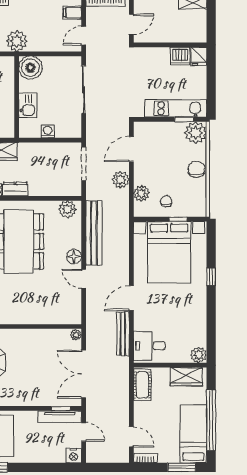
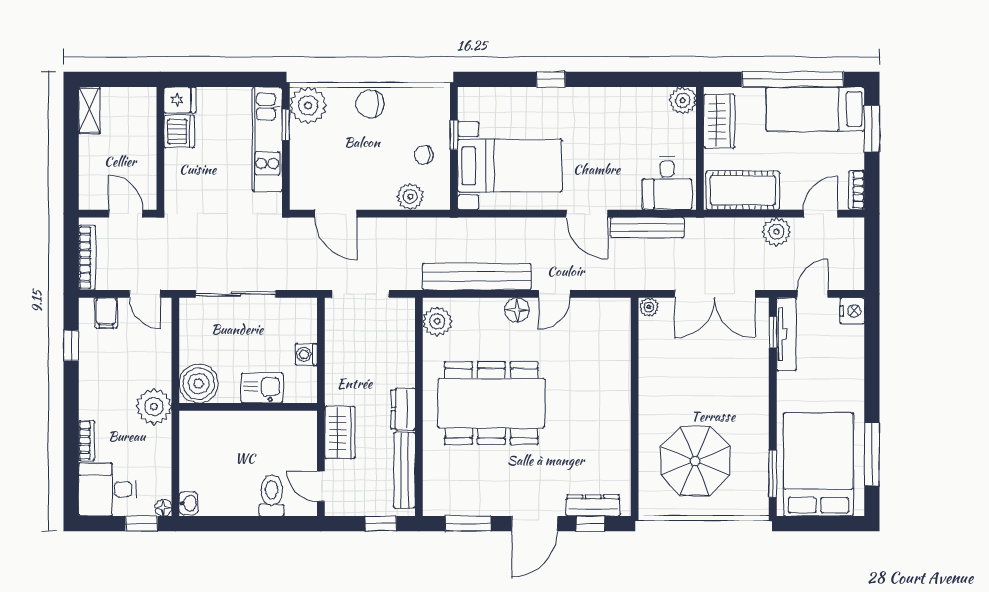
plant: (121, 180) -> (776, 232), moved
bed with nightstands: (169, 252) -> (510, 166), width x0.73
cot: (142, 385) -> (743, 190), width x1.37, depth x1.34

